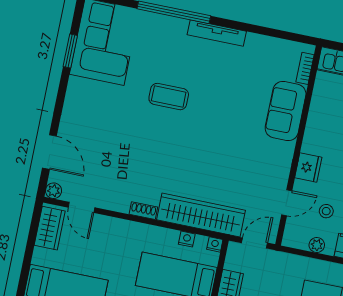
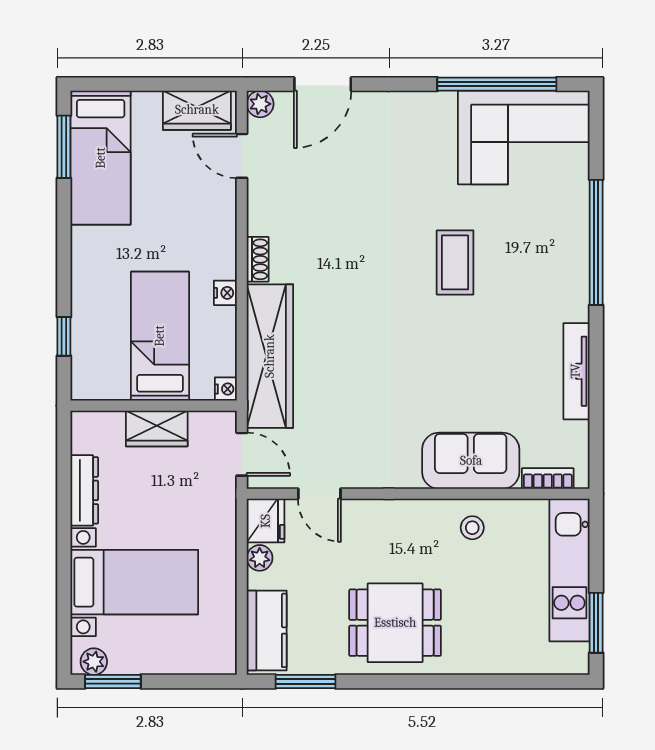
tv unit: (217, 33) -> (576, 371), moved
window: (70, 51) -> (497, 84), width x2.11
fridge: (308, 167) -> (266, 521), moved, turned -90
door: (82, 207) -> (242, 156), hinge flipped
stool: (326, 211) -> (472, 528), moved
nightstand: (187, 239) -> (225, 293), moved

